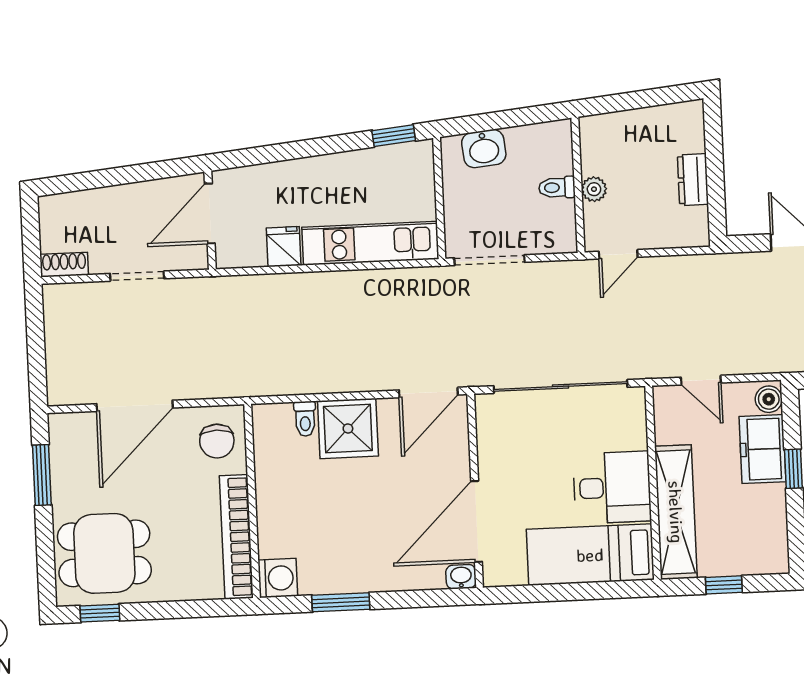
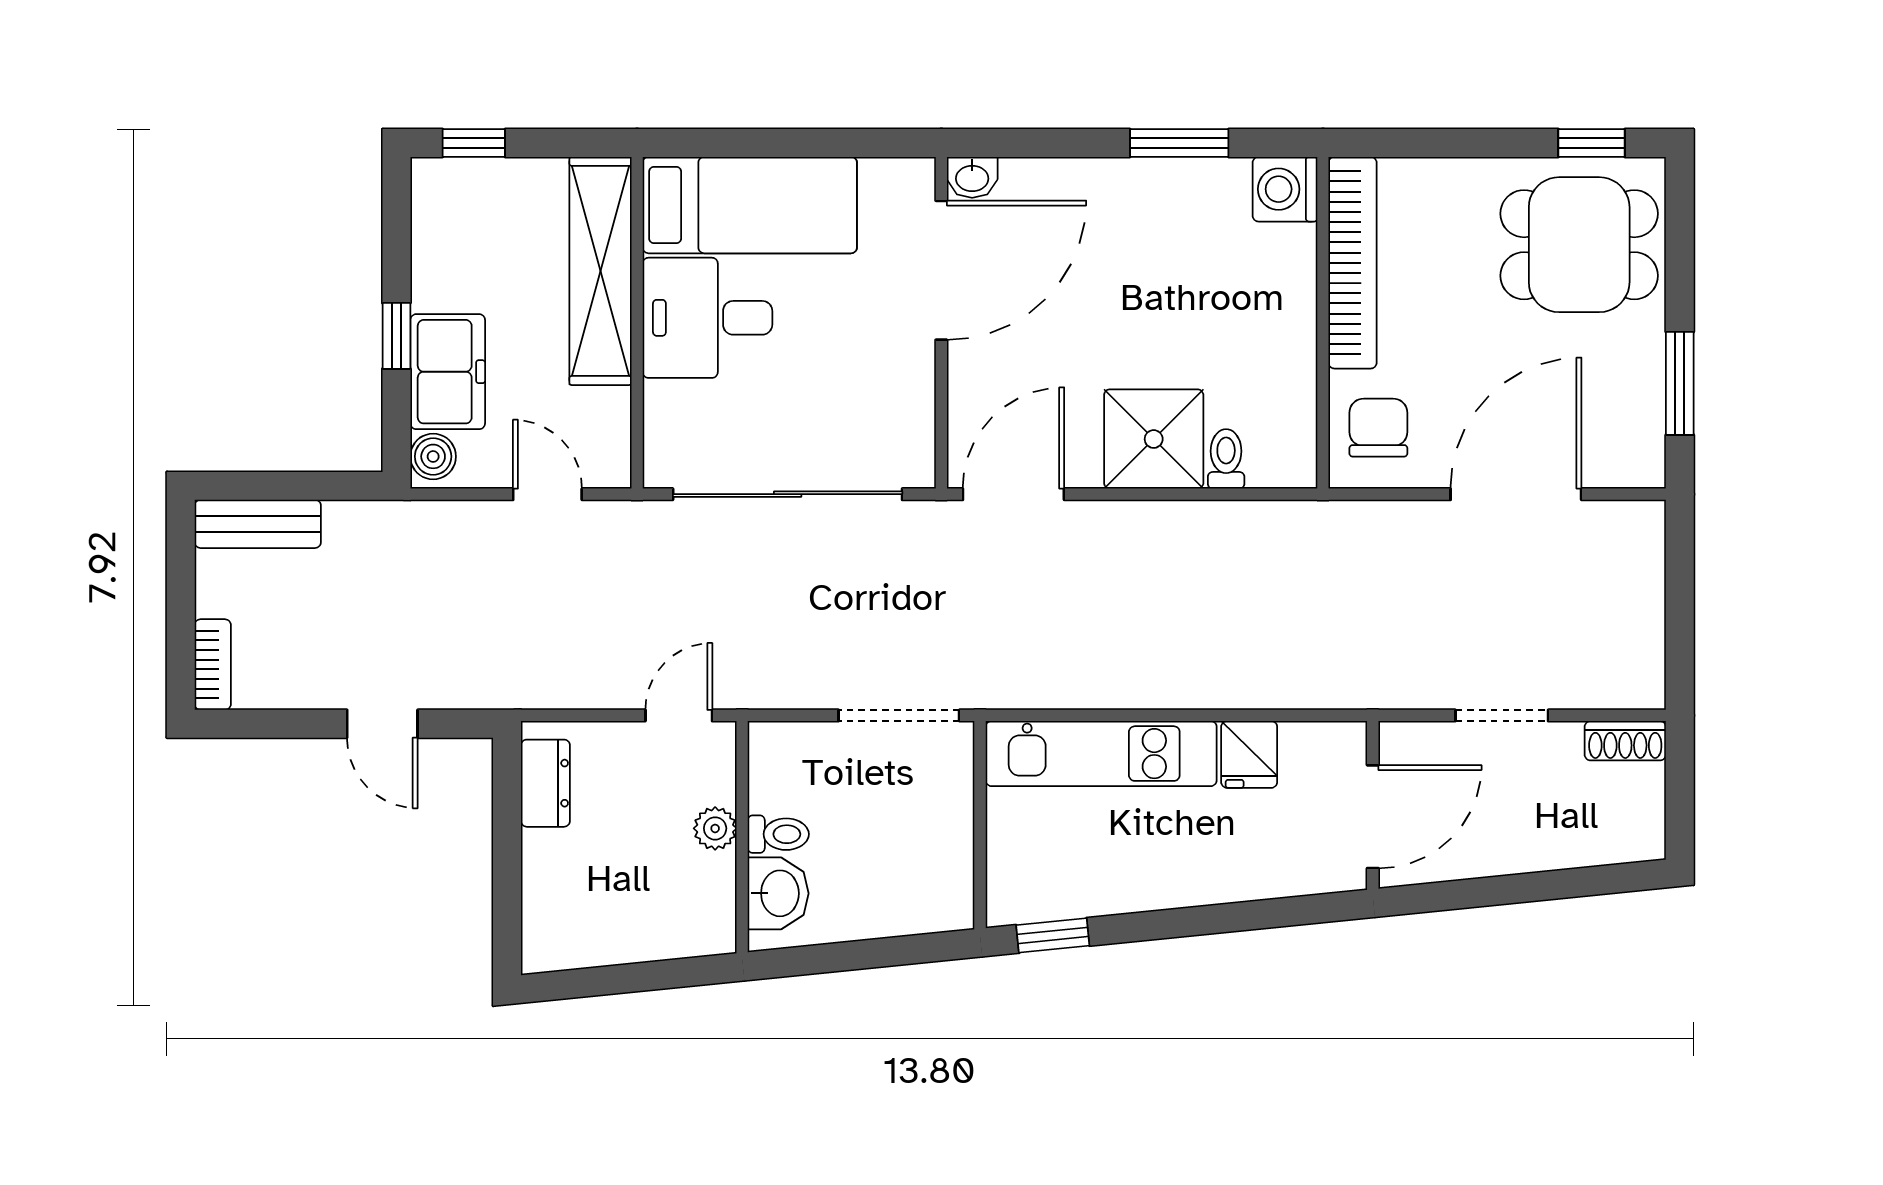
washbasin: (484, 149) -> (778, 893), moved, turned 96
dresser: (693, 180) -> (545, 783), moved
window: (724, 585) -> (474, 143), moved

